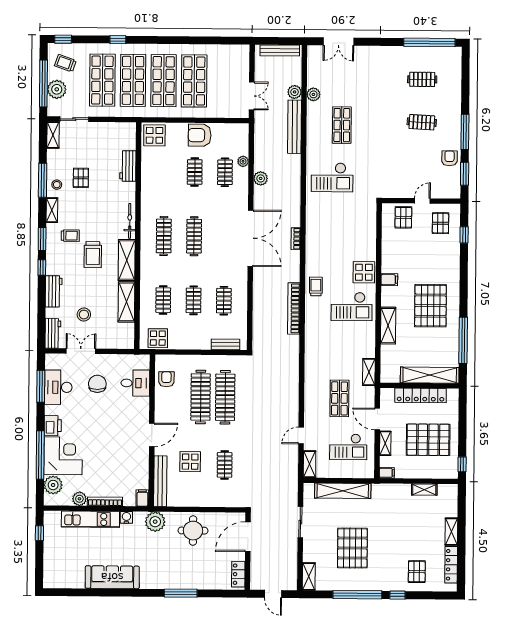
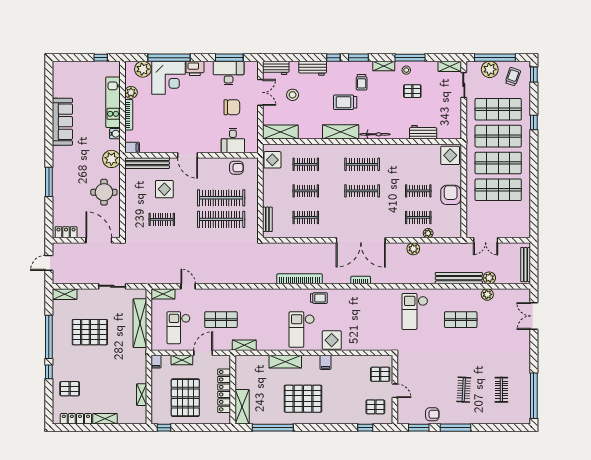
shelving: (126, 302) -> (280, 132), moved
shelving: (430, 375) -> (242, 407), width x0.68

